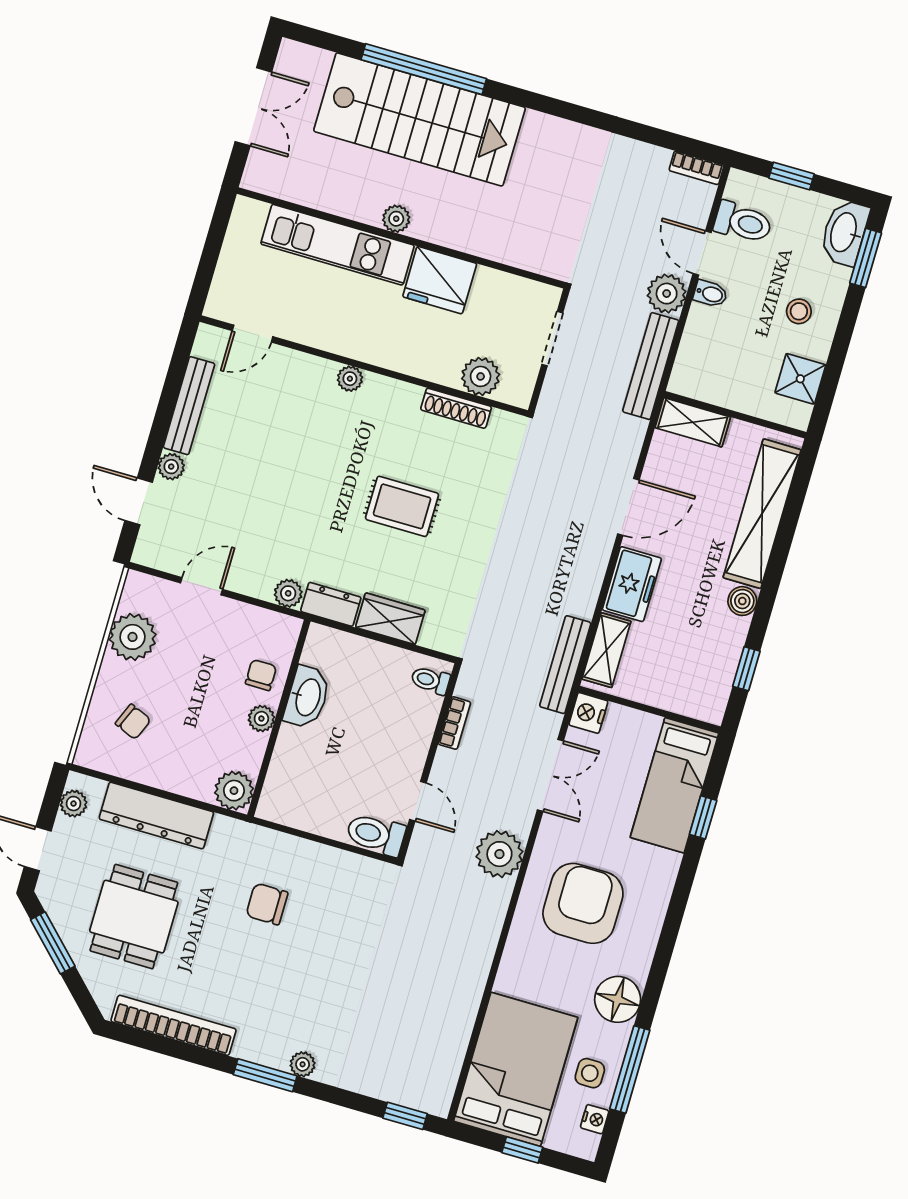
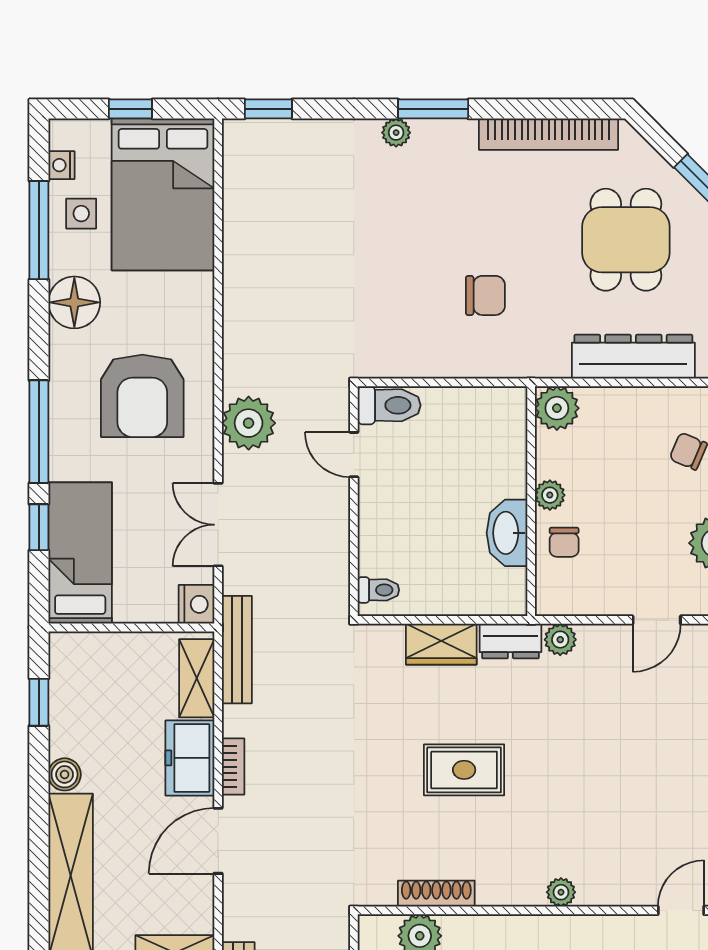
bookcase: (454, 723) -> (233, 767), moved, turned 180
window: (680, 898) -> (39, 432), added

